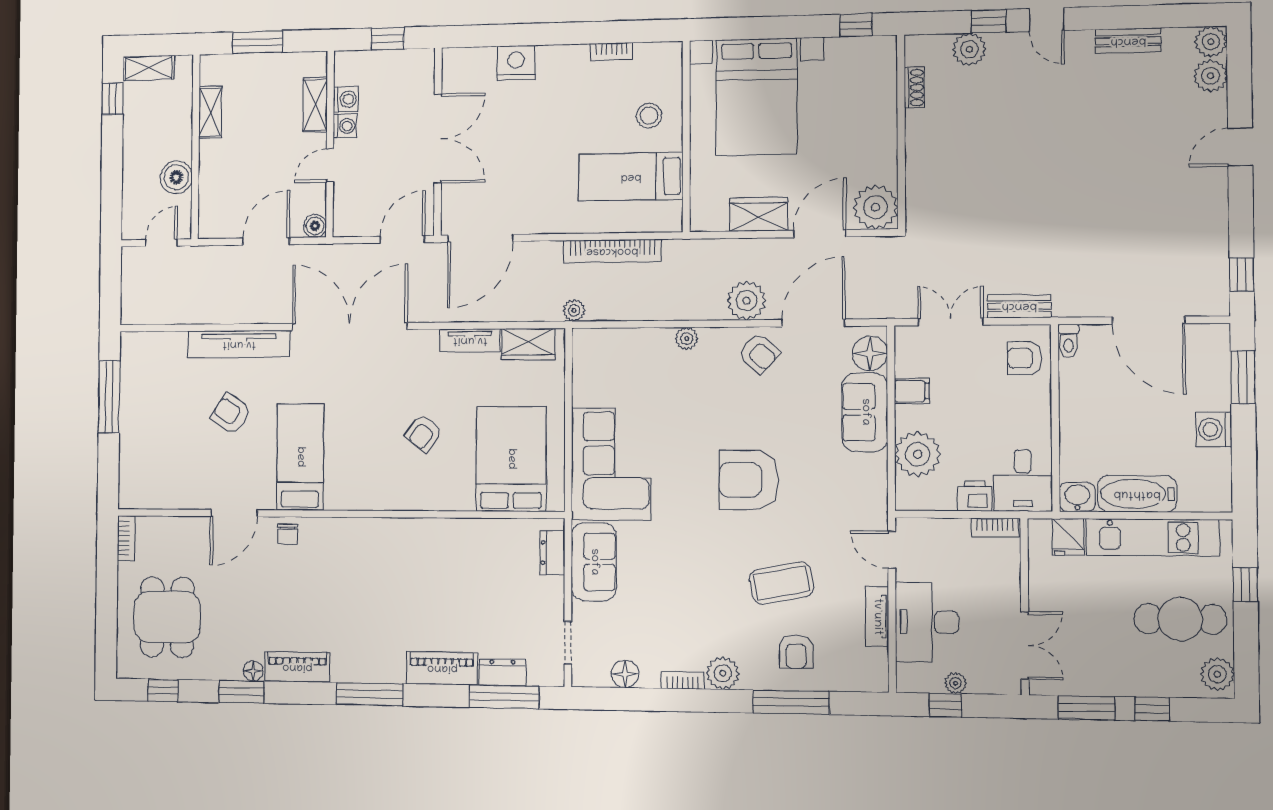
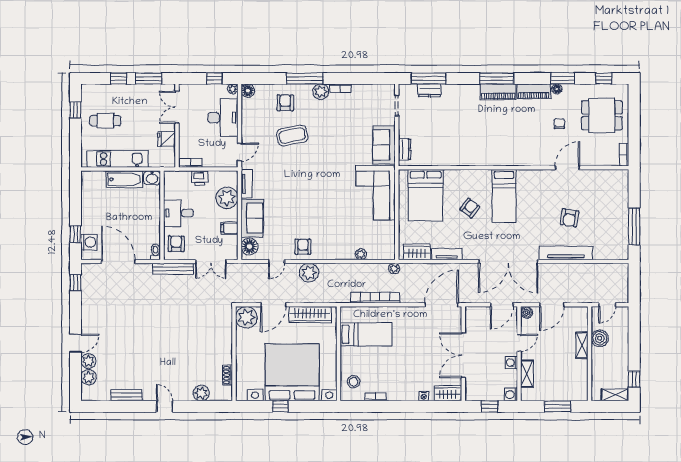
window: (989, 21) -> (192, 406), removed
window: (856, 25) -> (280, 406), moved
plant: (1211, 42) -> (88, 361), moved
wardrobe: (469, 62) -> (448, 393), added
nightstand: (516, 63) -> (424, 396), width x0.53, depth x0.56
bed with nightstands: (756, 97) -> (292, 372), width x1.36
washing machine: (346, 99) -> (511, 394), moved
shelving: (210, 112) -> (582, 345), moved
stool: (649, 116) -> (354, 382), moved
wardrobe: (759, 214) -> (310, 315), width x1.50
door: (403, 239) -> (502, 305), moved
bench: (1019, 306) -> (173, 269), width x1.36
door: (813, 323) -> (277, 261), width x0.53
plant: (687, 339) -> (361, 254), moved
armchair: (759, 353) -> (303, 247), turned 48
armchair: (1025, 358) -> (176, 244), turned -90
window: (1243, 377) -> (75, 234), width x0.67
armchair: (231, 414) -> (570, 218), turned 65
washing machine: (1214, 429) -> (89, 242), moved
bed: (300, 457) -> (504, 196), moved
armchair: (749, 480) -> (308, 185), removed
desk: (1023, 480) -> (178, 213), moved, turned -90
chair: (287, 534) -> (559, 124), moved
fridge: (1068, 537) -> (167, 139), moved, turned -90
door: (892, 550) -> (239, 152), hinge flipped
window: (1245, 585) -> (75, 110), moved
dining table: (167, 617) -> (602, 115), turned 90
tv unit: (877, 617) -> (247, 184), moved
cafe table: (1180, 619) -> (105, 121), width x0.73, depth x0.74
piano: (442, 668) -> (498, 92), moved
floor lamp: (625, 674) -> (248, 91), moved
plant: (1217, 674) -> (89, 95), removed
plant: (956, 683) -> (233, 89), moved
window: (791, 702) -> (305, 78), moved

